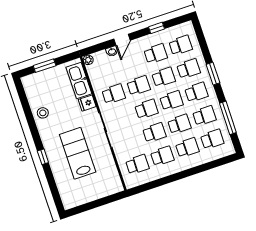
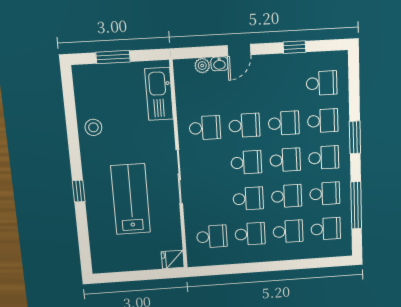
school desk: (156, 54) -> (282, 85), removed
plant: (88, 60) -> (202, 66), moved
fridge: (87, 103) -> (173, 259), moved

